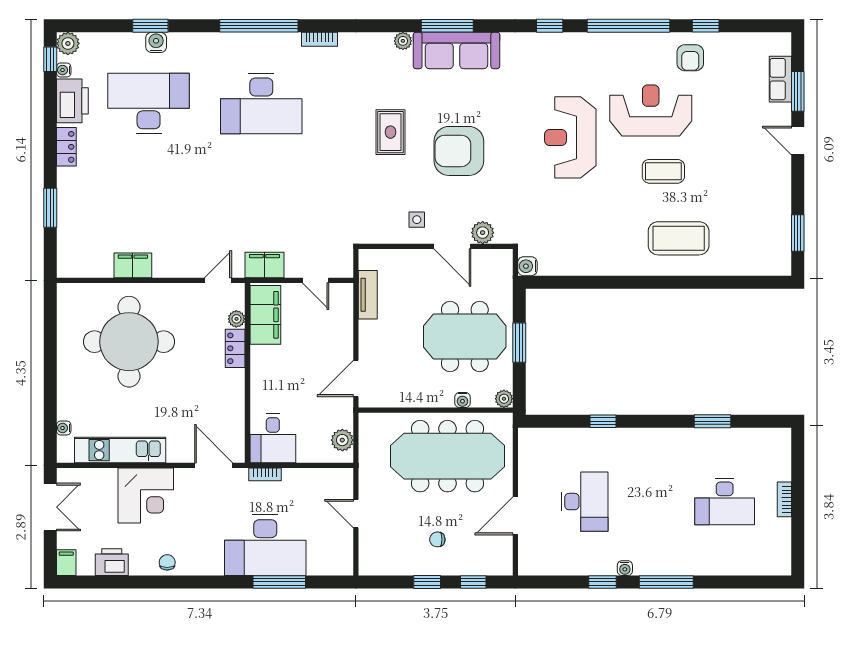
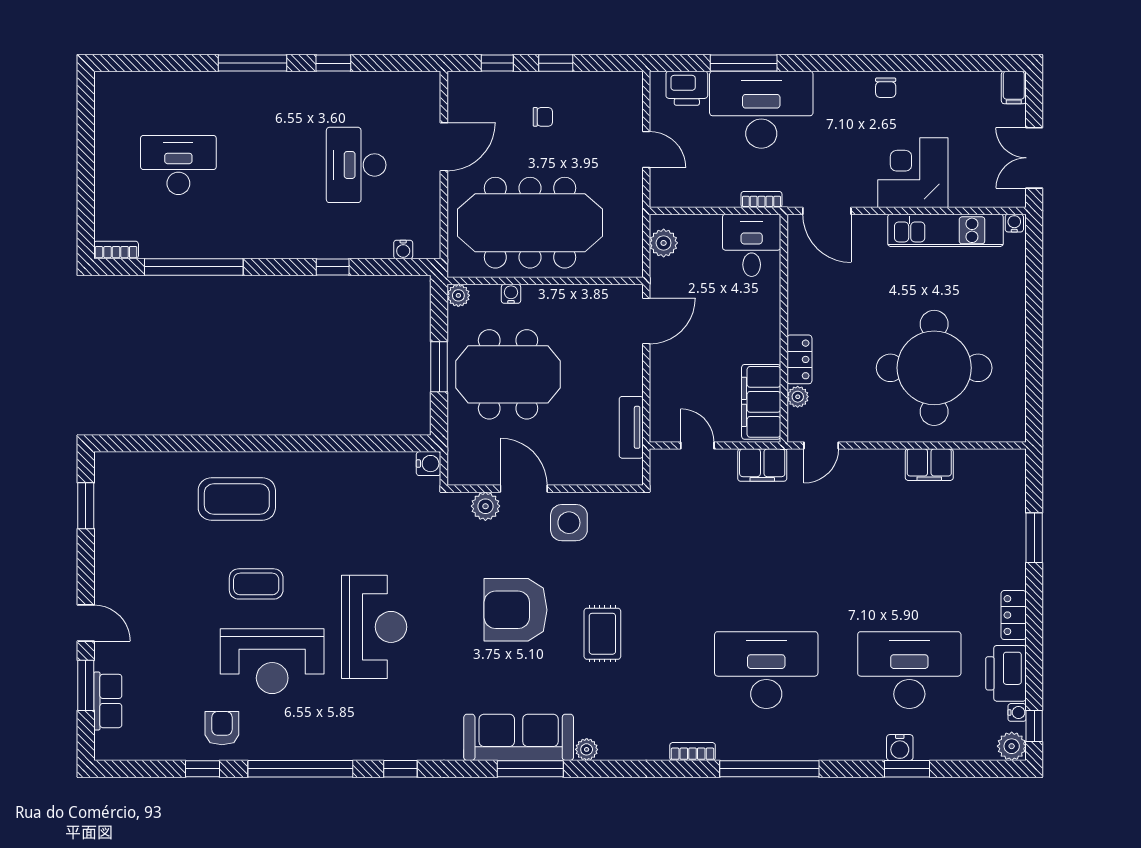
desk: (149, 103) -> (909, 670), turned 180
armchair: (459, 151) -> (516, 610), turned 180
side table: (417, 220) -> (569, 523), width x1.87, depth x1.87
window: (713, 421) -> (194, 267), width x2.11
water cooler: (64, 428) -> (1014, 223), moved, turned -90
bookcase: (784, 499) -> (116, 250), moved, turned -90
printer: (112, 562) -> (687, 88), moved
water cooler: (625, 568) -> (403, 249), moved, turned 180

